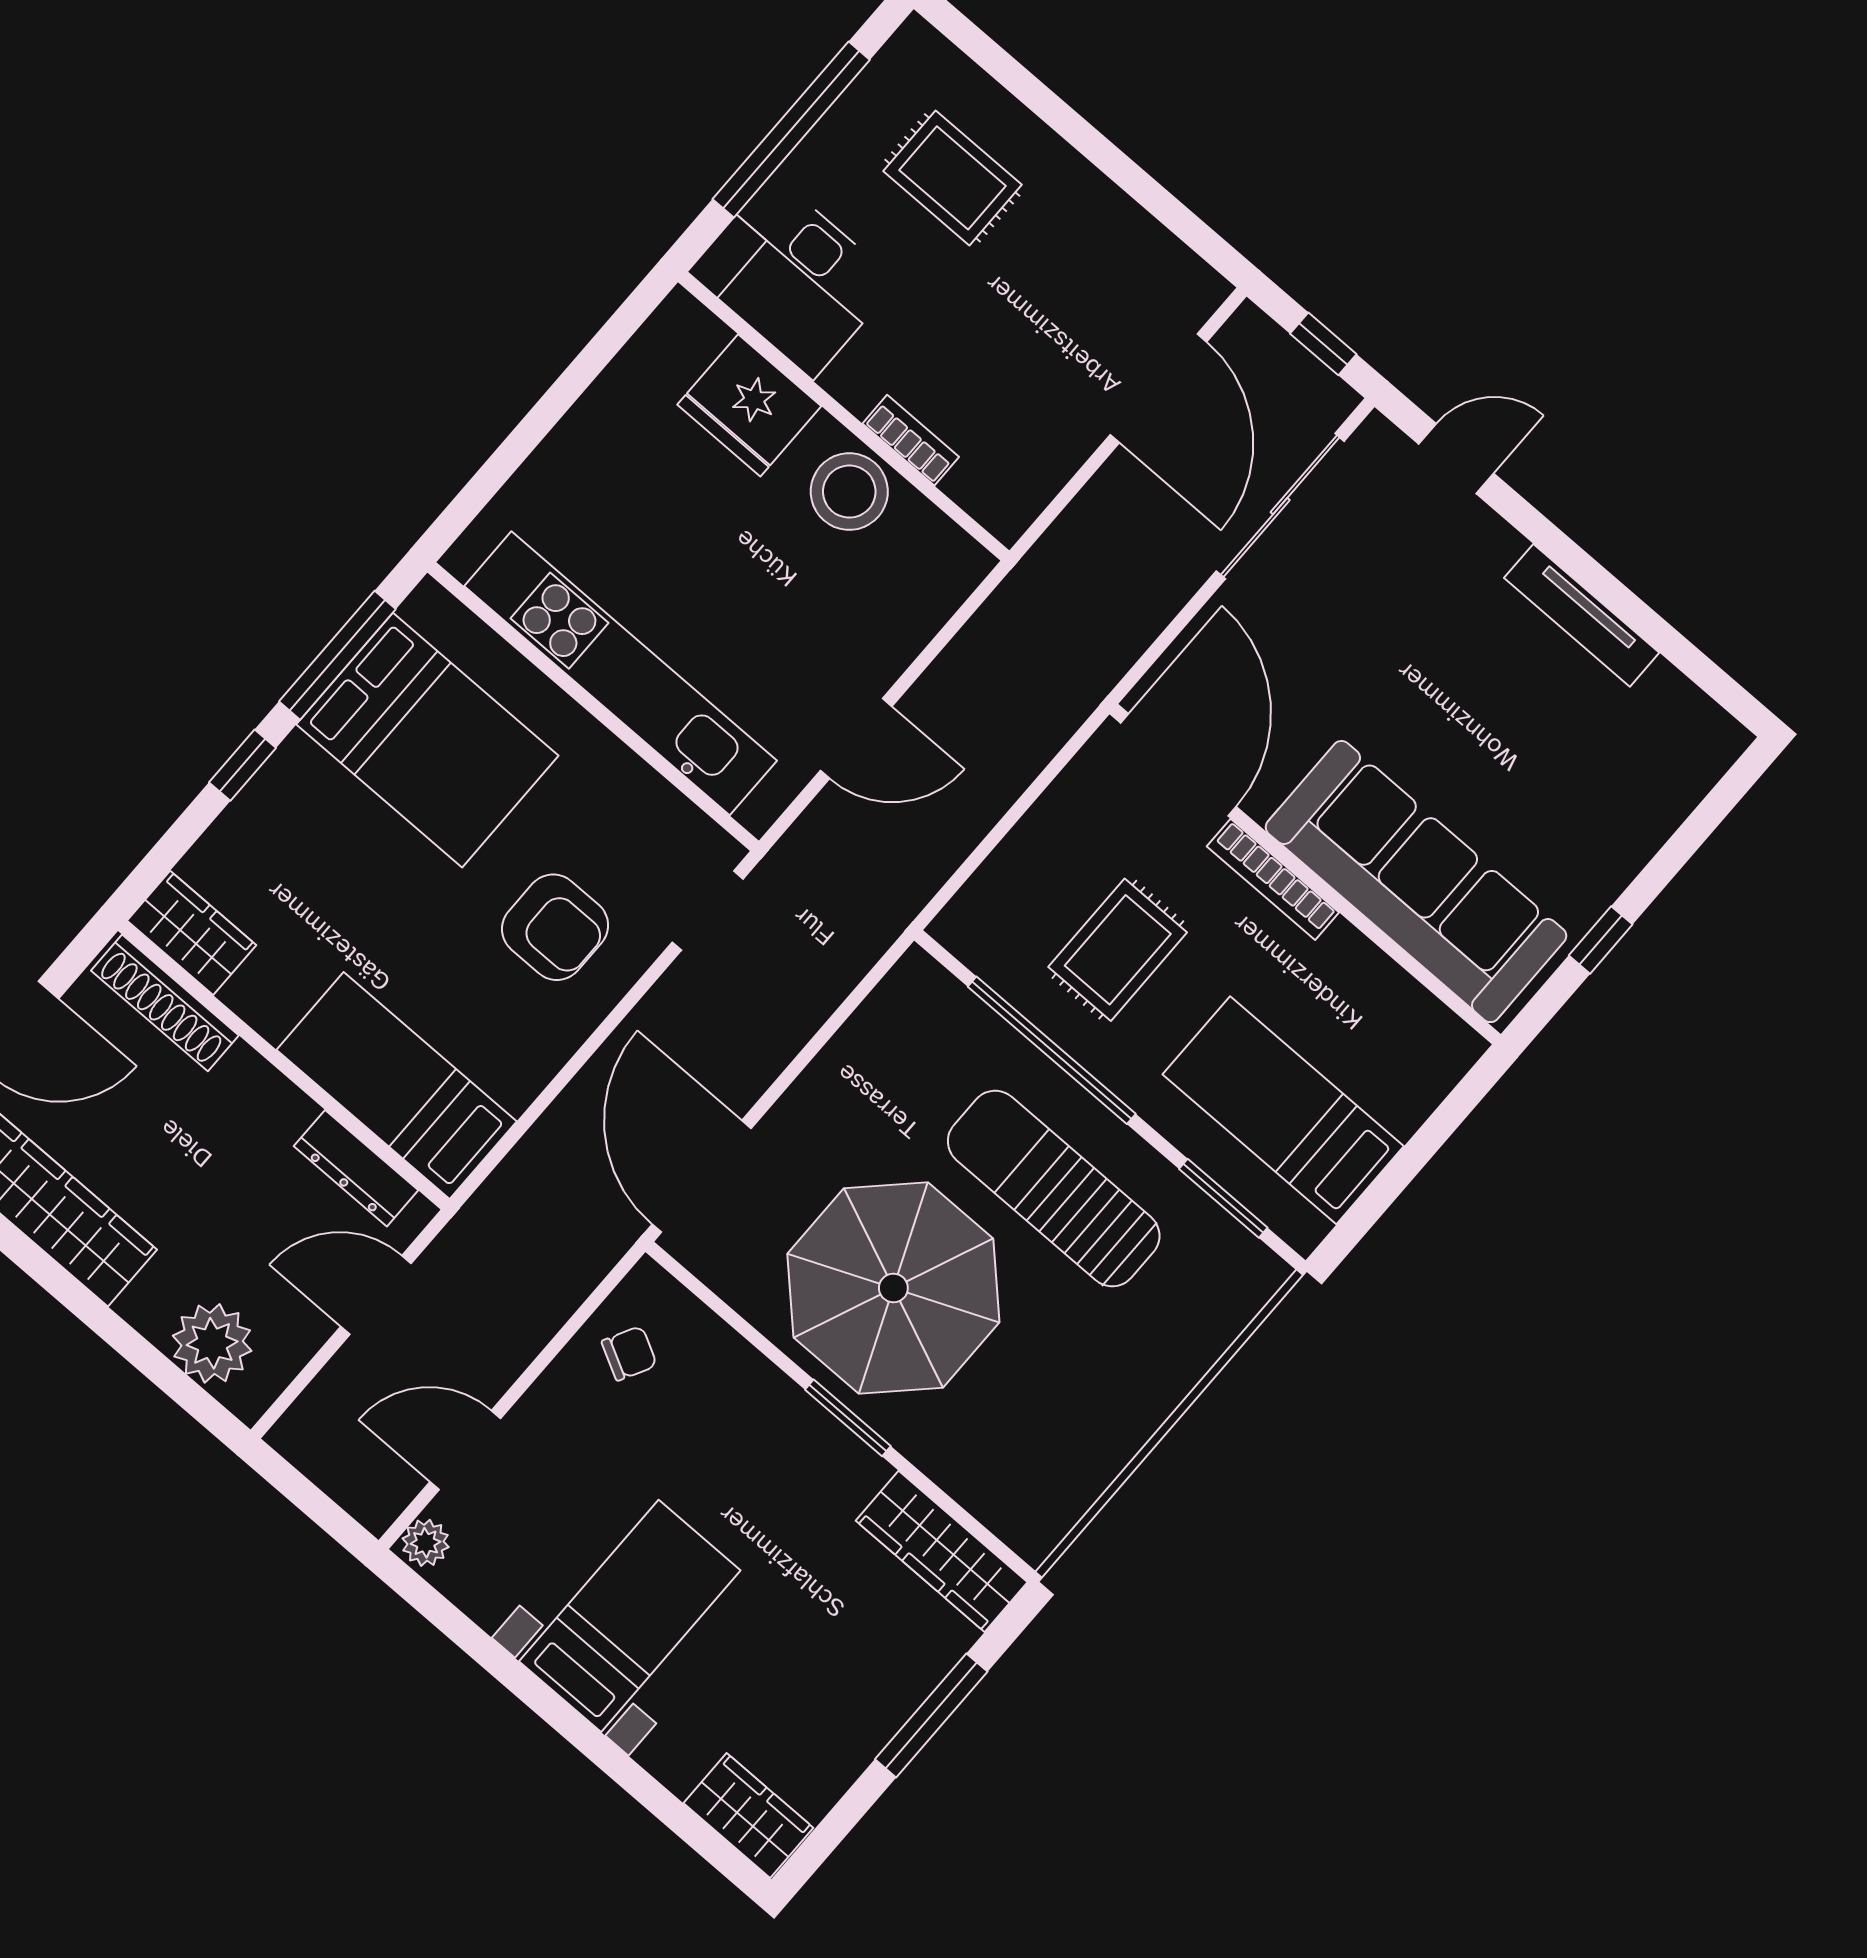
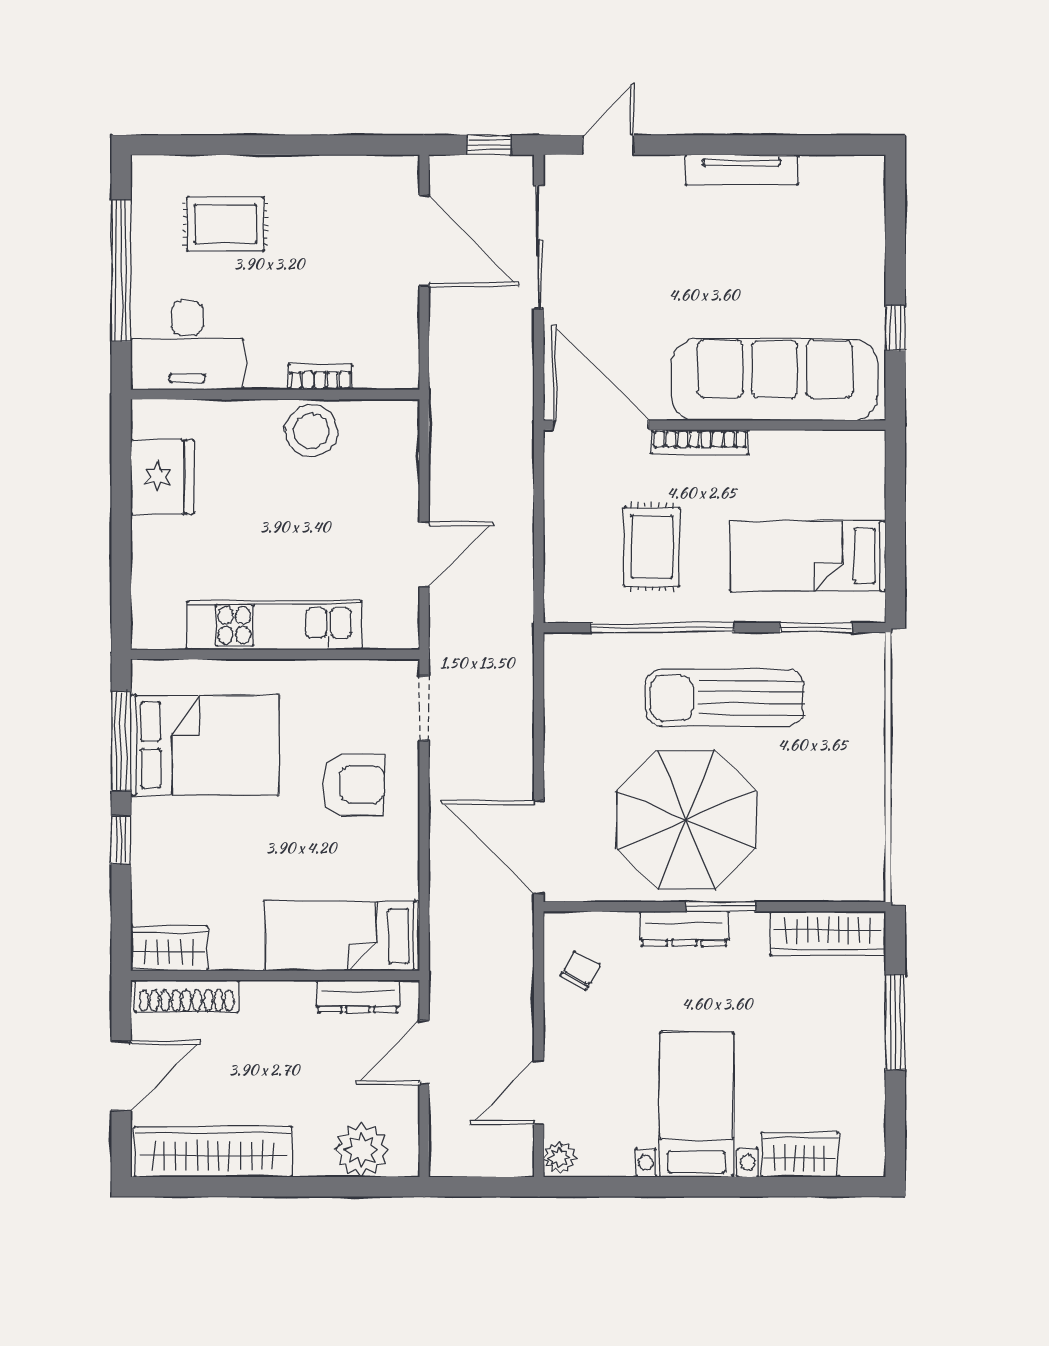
fridge: (749, 405) -> (162, 477), moved, turned -90
kitchen unit: (621, 673) -> (274, 625), width x0.73
dresser: (786, 1407) -> (684, 929), added
wardrobe: (748, 1815) -> (800, 1155), moved

